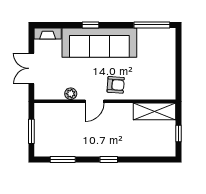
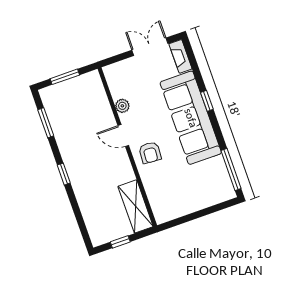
double door: (31, 68) -> (150, 47), moved

